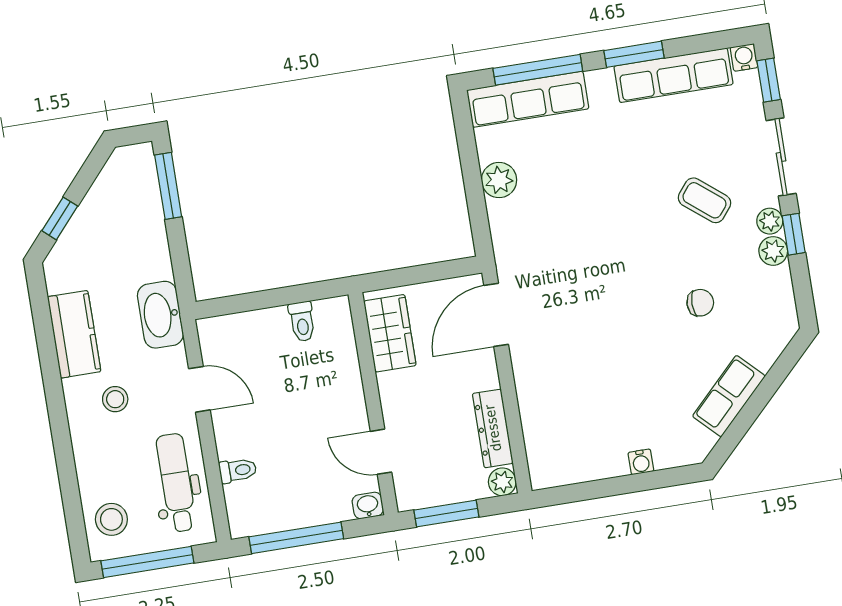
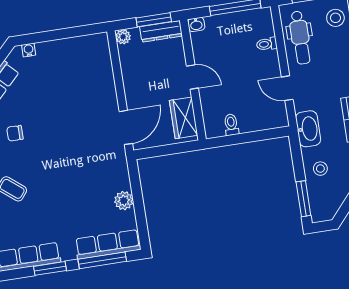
stool: (115, 399) -> (320, 169), moved
dresser: (493, 428) -> (161, 31), moved, turned 90
door: (381, 452) -> (192, 77), moved
water cooler: (641, 462) -> (29, 50), moved

